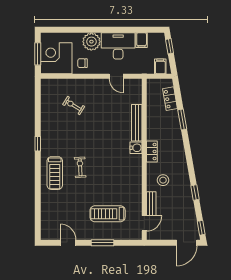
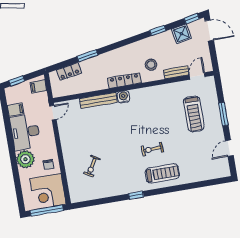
window: (38, 54) -> (47, 211), width x1.44
door: (116, 76) -> (53, 113), moved
locker: (152, 151) -> (124, 80), width x1.53
shower: (188, 215) -> (181, 34), added
door: (144, 223) -> (197, 76), hinge flipped

